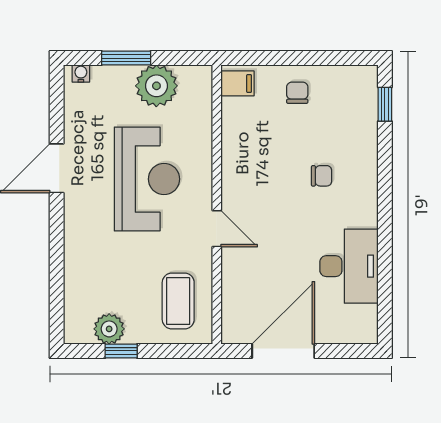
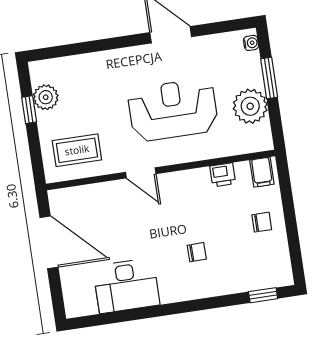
printer: (234, 131) -> (223, 175), added
chair: (322, 176) -> (197, 252), turned -91
reception desk: (147, 179) -> (173, 110), turned 180
door: (217, 229) -> (141, 173), hinge flipped

